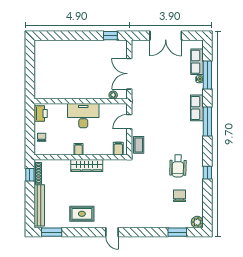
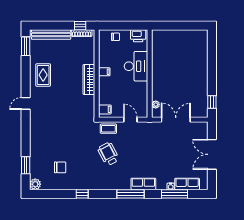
desk: (83, 116) -> (136, 66), moved
wheelchair: (178, 166) -> (108, 154), moved, turned 61

